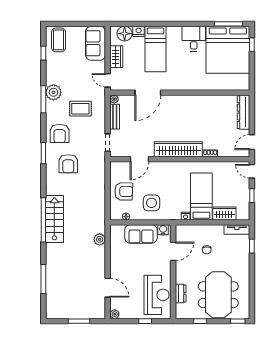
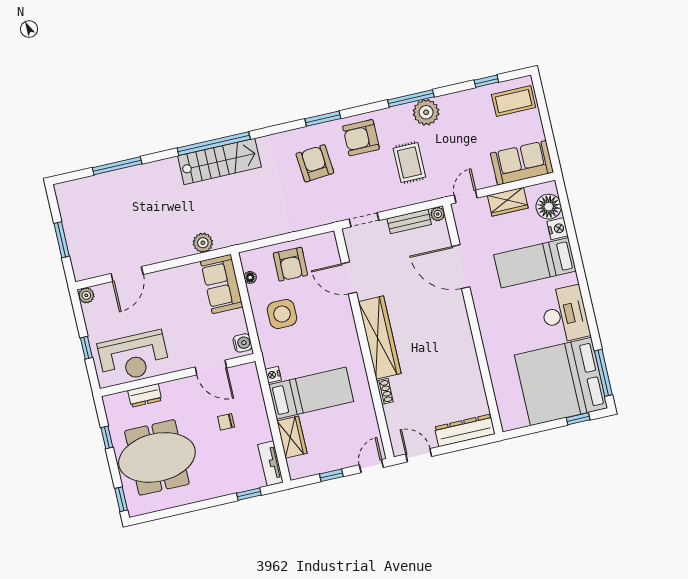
desk: (194, 39) -> (565, 314), width x1.37
armchair: (68, 164) -> (315, 163), turned 85
sofa: (141, 234) -> (222, 284), moved

